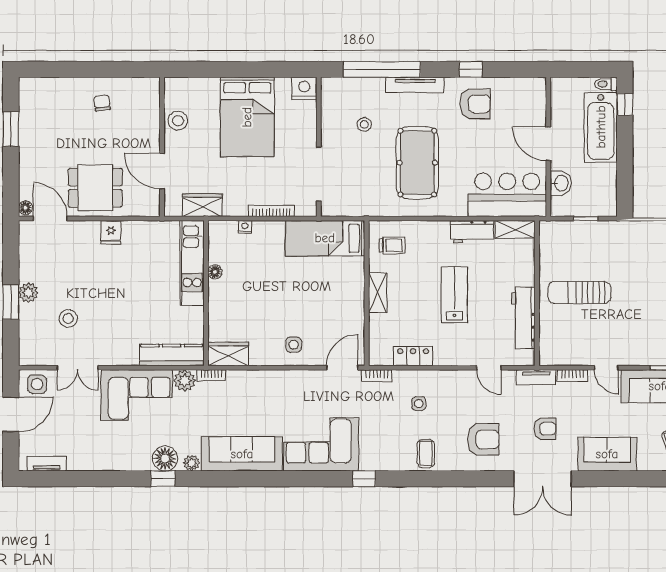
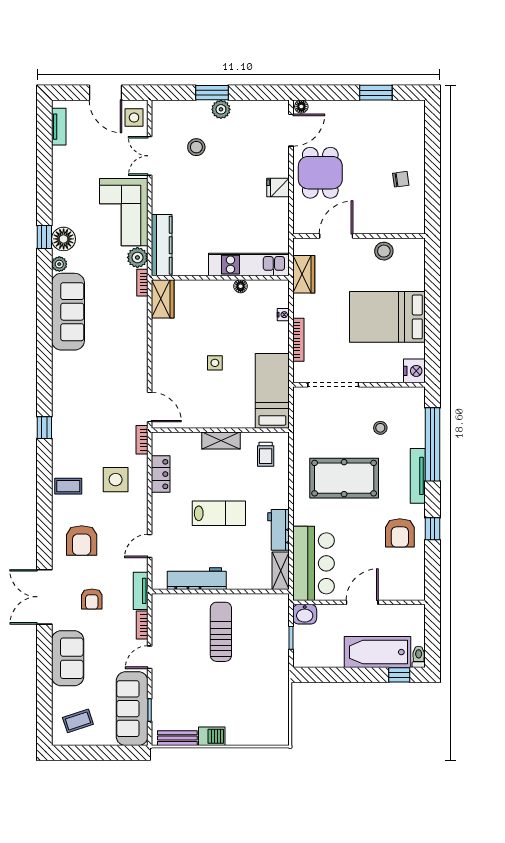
washbasin: (561, 183) -> (305, 614), moved
side table: (294, 345) -> (215, 363), moved
side table: (419, 404) -> (116, 480), width x1.87, depth x1.87
corner sofa: (321, 444) -> (77, 387), removed

